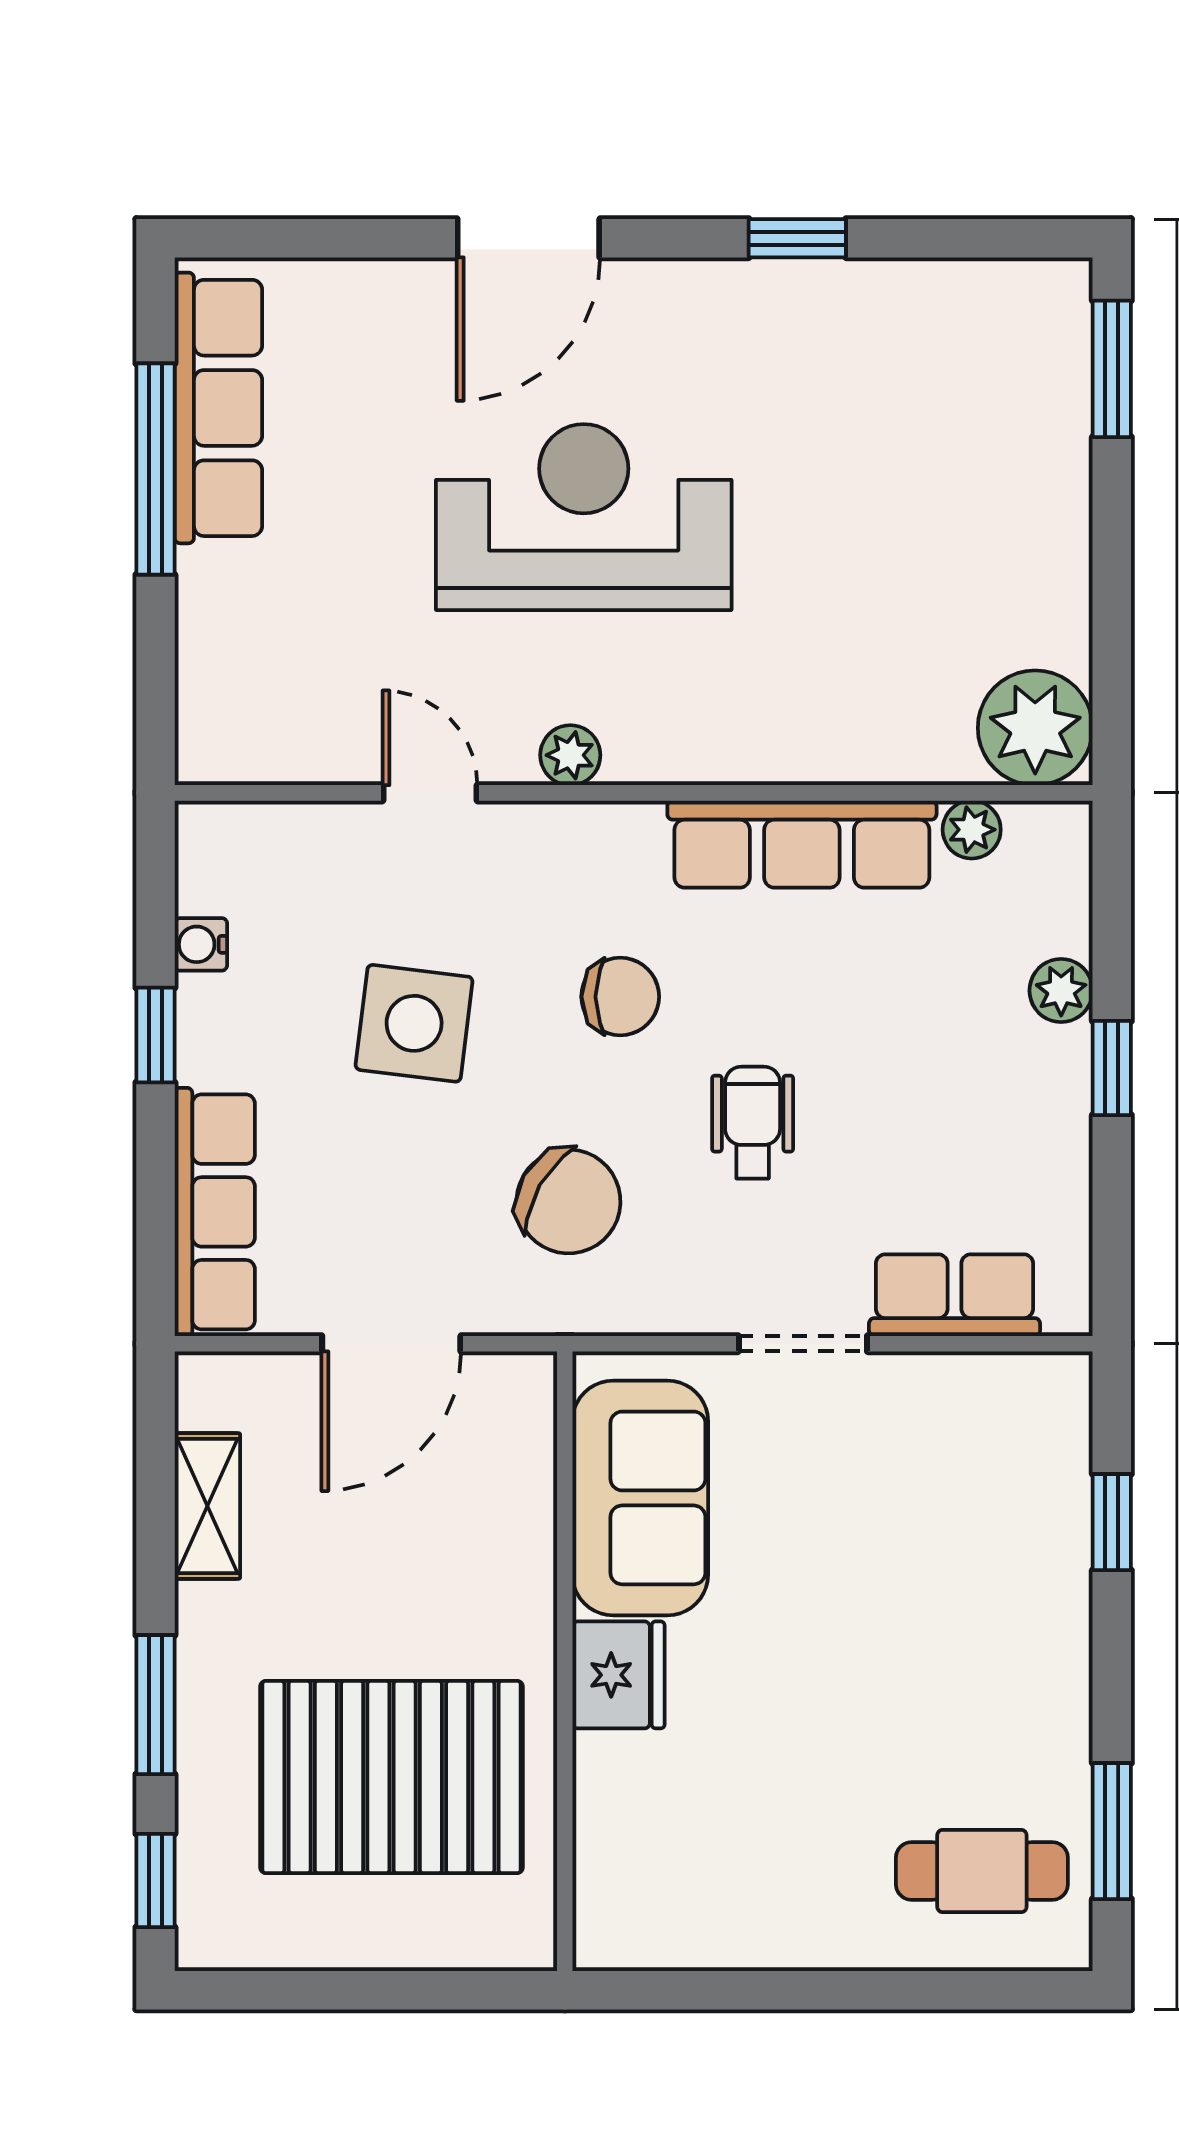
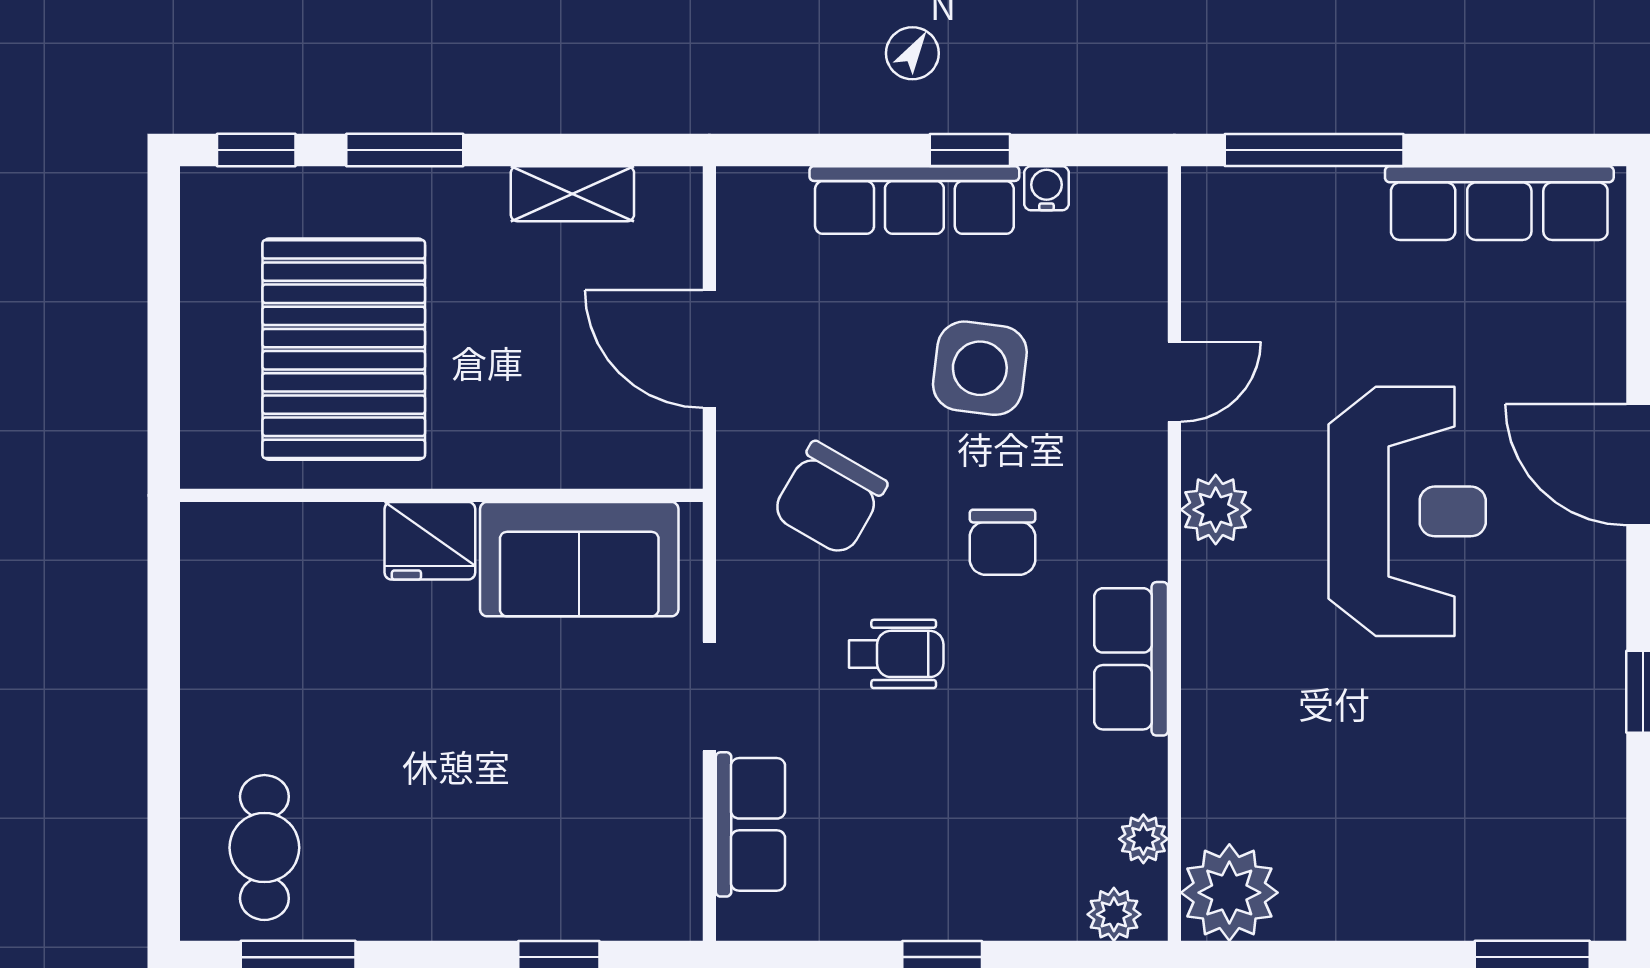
window: (155, 469) -> (1314, 150), moved
plant: (570, 755) -> (1216, 510), width x1.38, depth x1.38
row of seats: (802, 844) -> (1131, 659), width x0.68
plant: (1061, 991) -> (1114, 914), moved
row of seats: (215, 1212) -> (914, 200), moved

